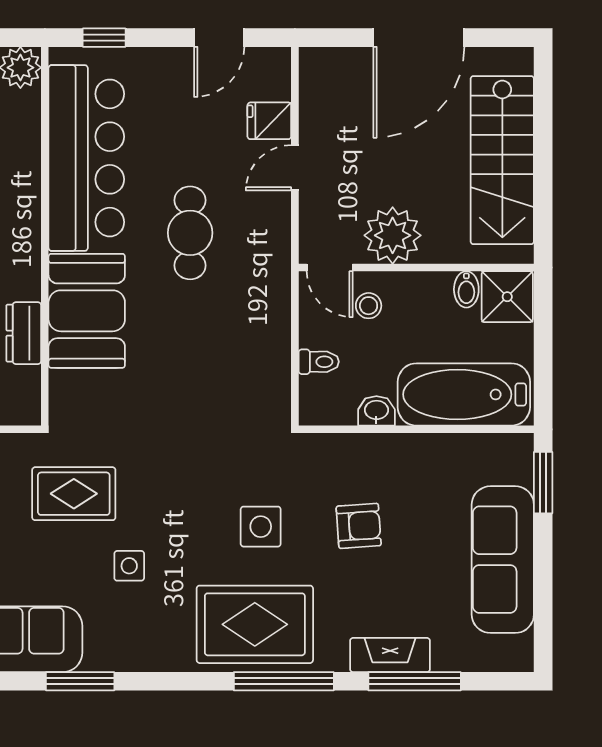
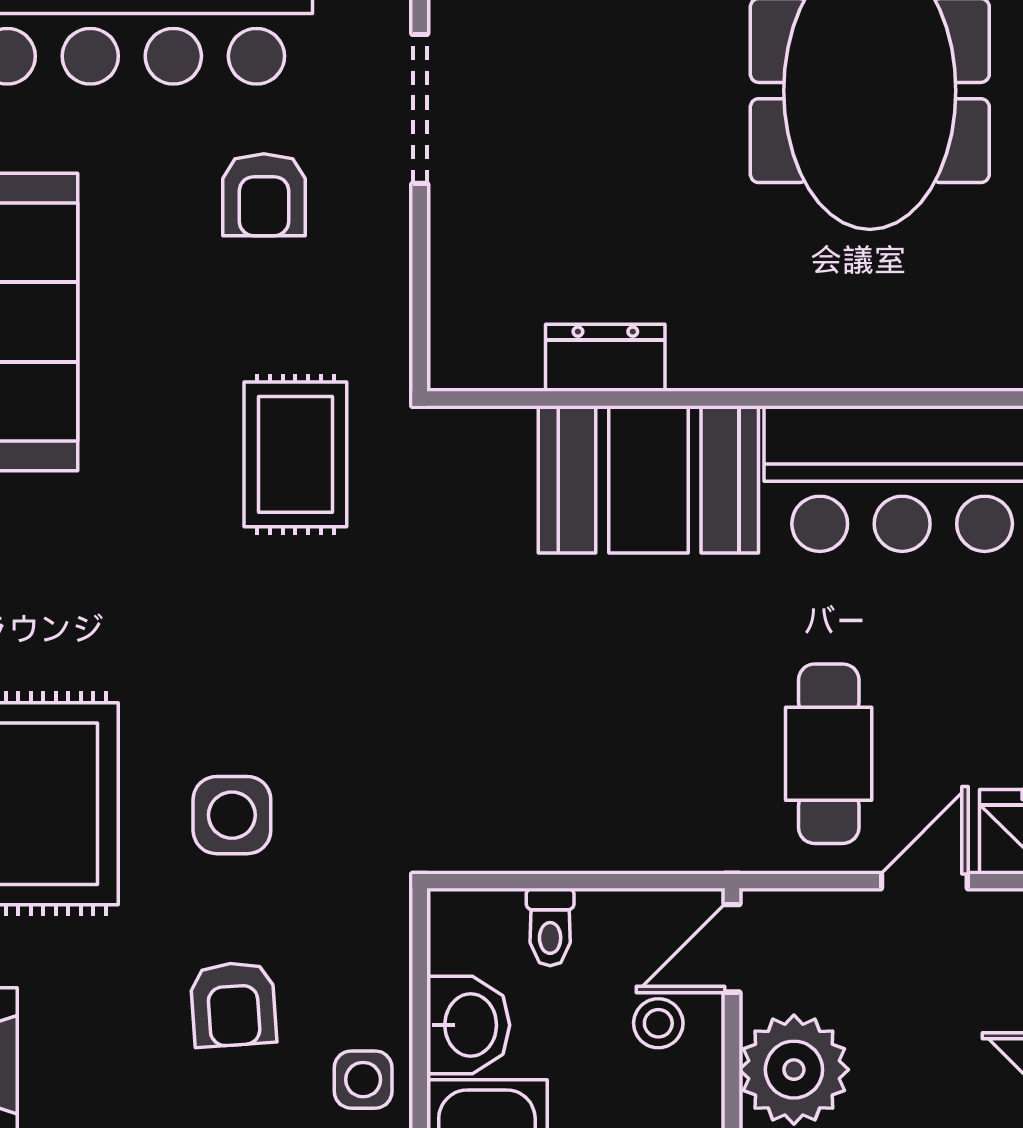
door: (295, 168) -> (924, 881), hinge flipped
cafe table: (190, 233) -> (829, 754), moved, turned 90
washbasin: (376, 411) -> (468, 1025), width x1.38, depth x1.45
side table: (129, 566) -> (363, 1080), moved

